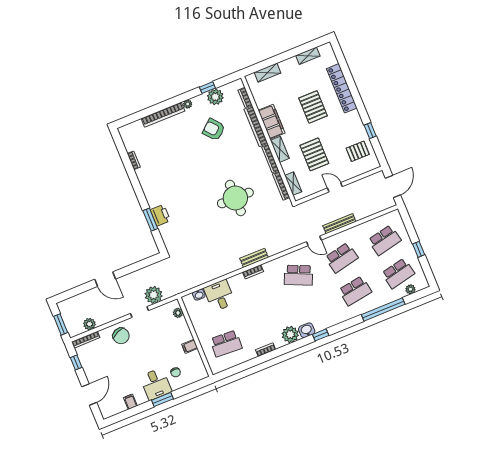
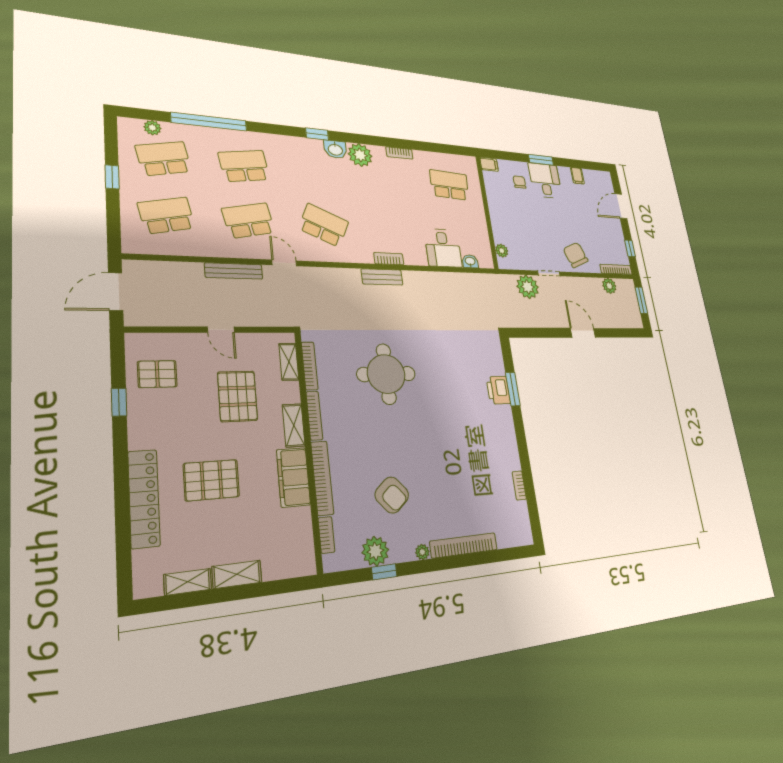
shelving: (267, 73) -> (237, 574), moved
pallet: (313, 107) -> (211, 480), turned 90
filing cabinet: (190, 346) -> (489, 164), moved

